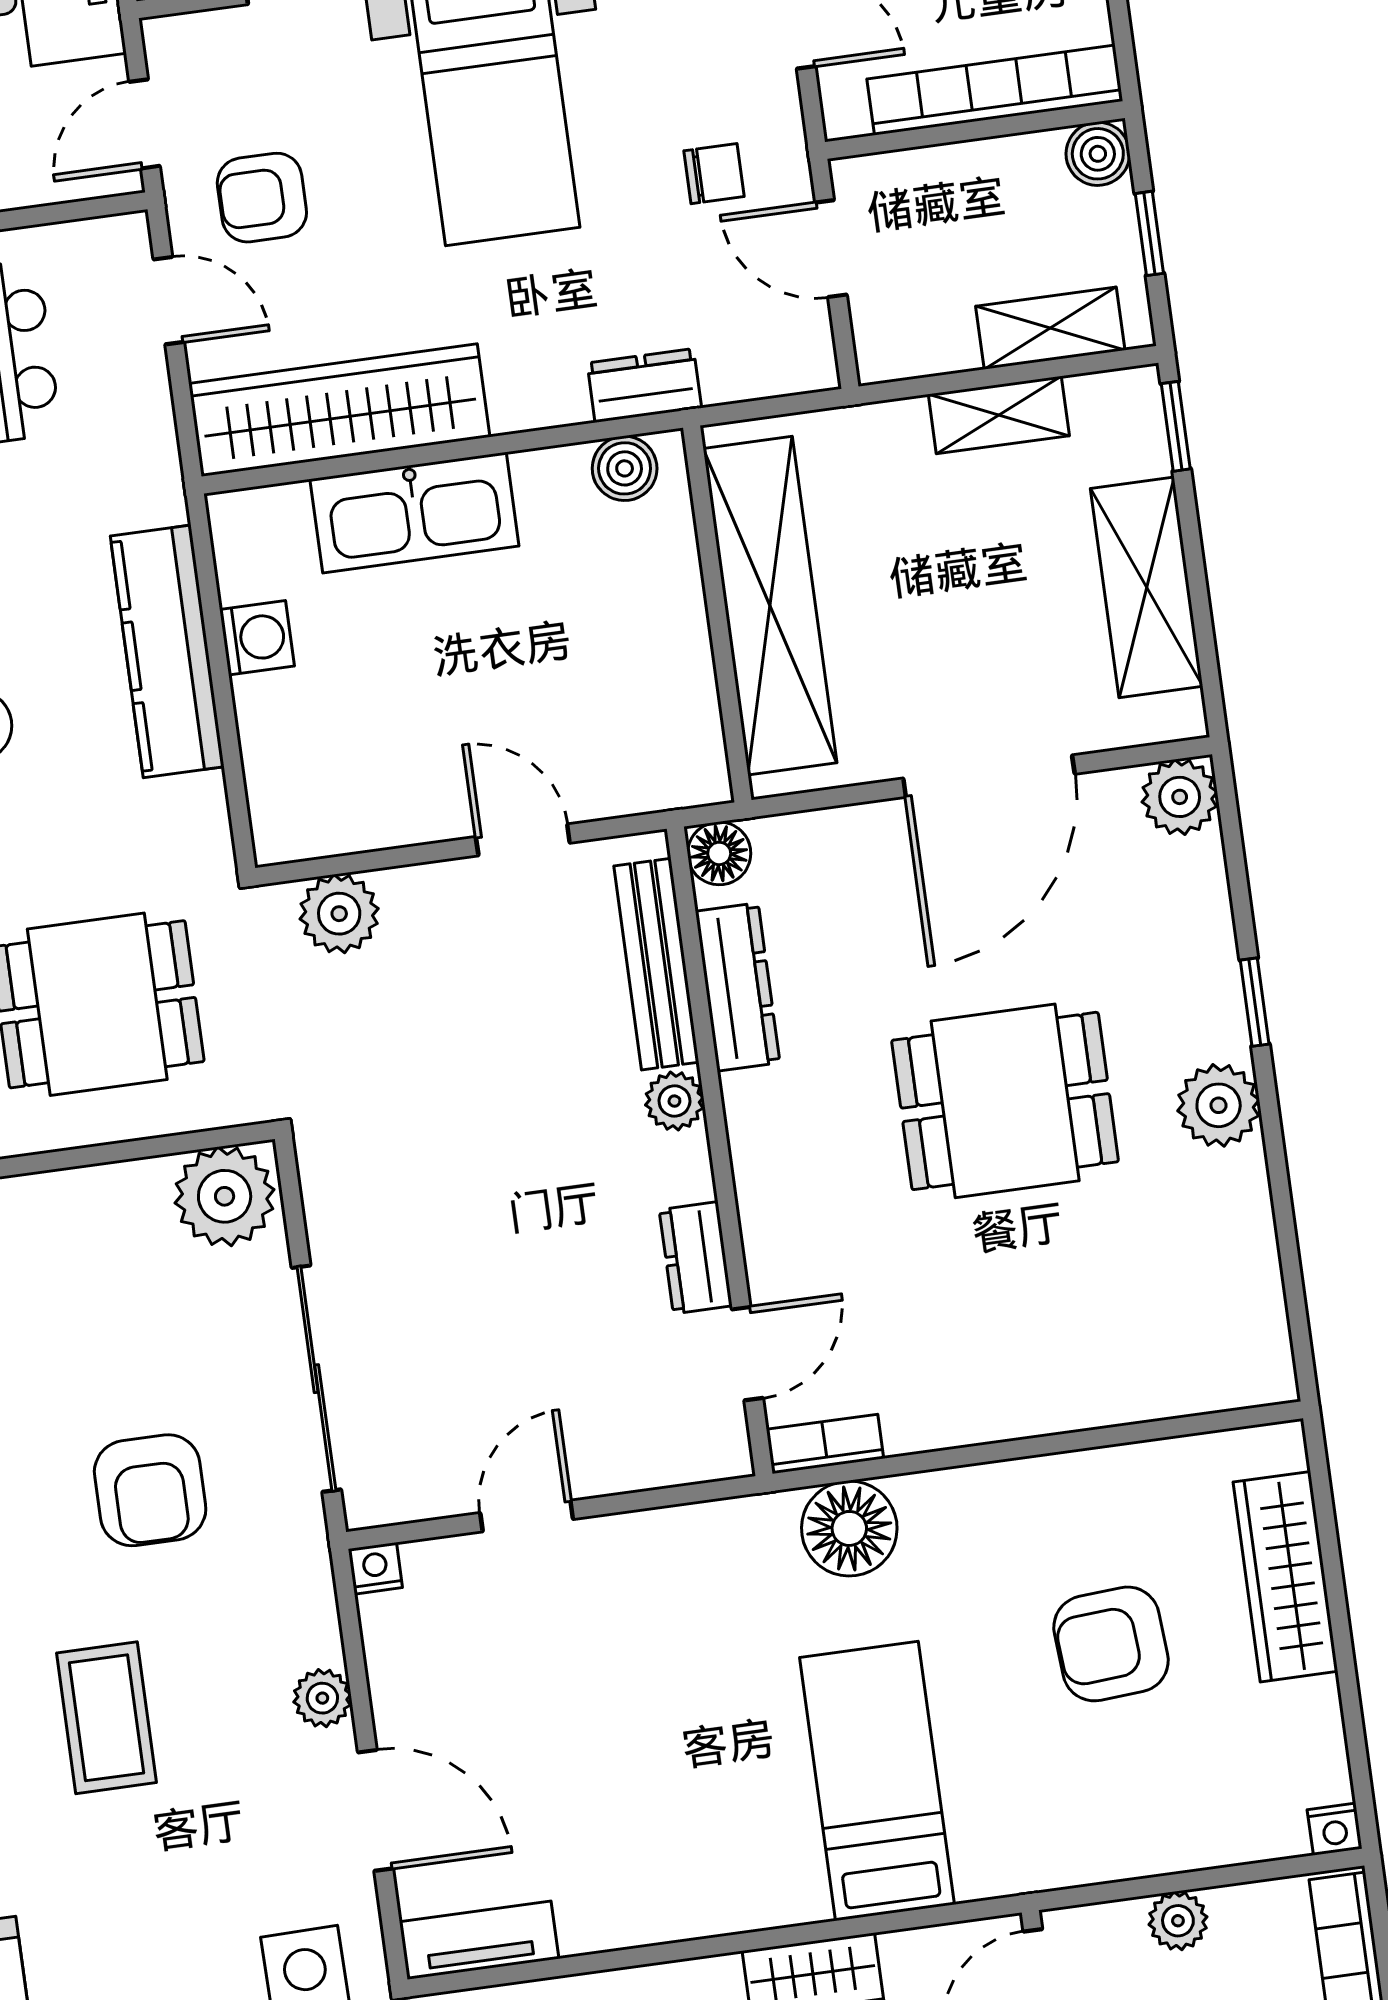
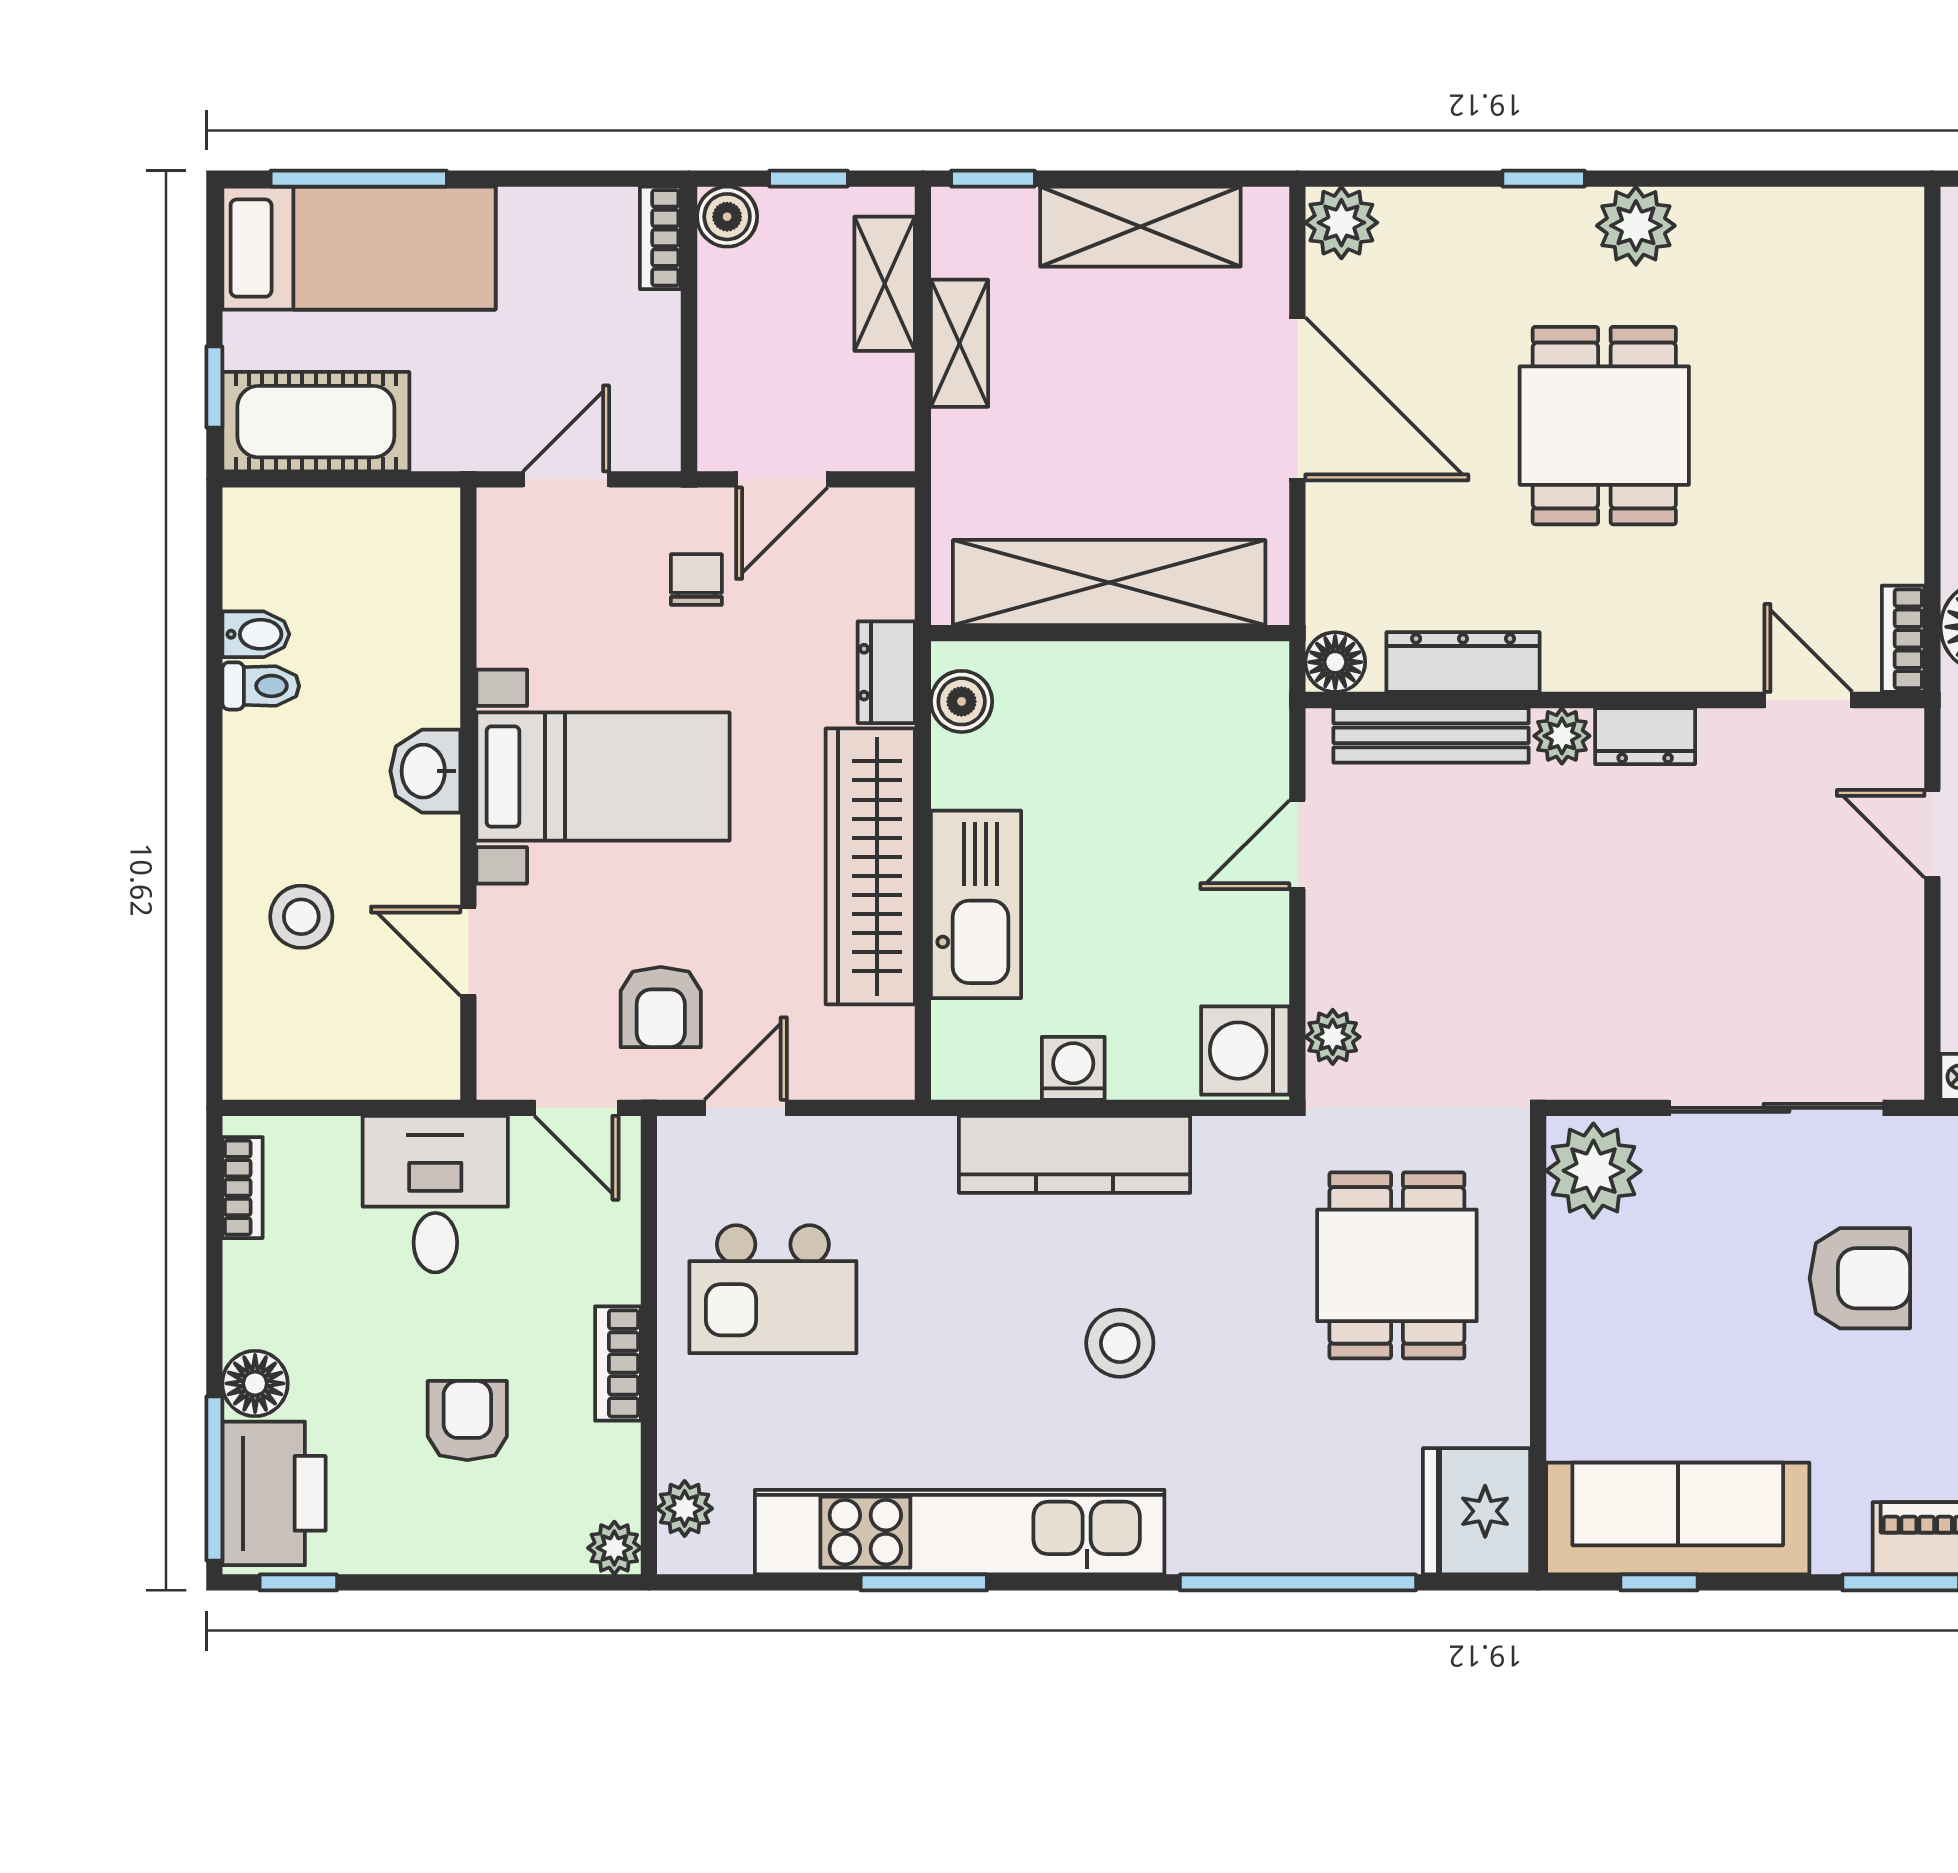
bookcase: (995, 90) -> (660, 238), width x0.43, depth x0.76
wardrobe: (339, 410) -> (870, 866), moved
washing machine: (300, 815) -> (1245, 1051), added
plant: (339, 914) -> (1333, 1037), width x0.73, depth x0.73
dresser: (696, 1258) -> (1645, 736), moved
door: (527, 1516) -> (1932, 834), moved

